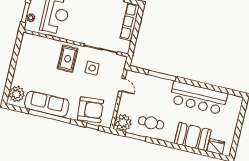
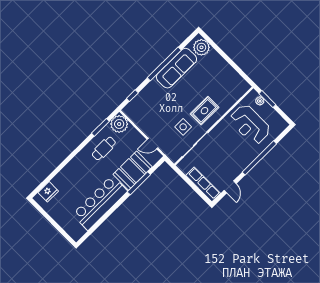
rug: (68, 59) -> (204, 111), turned 90
armchair: (91, 110) -> (148, 103), removed
booth: (193, 137) -> (133, 171), moved

